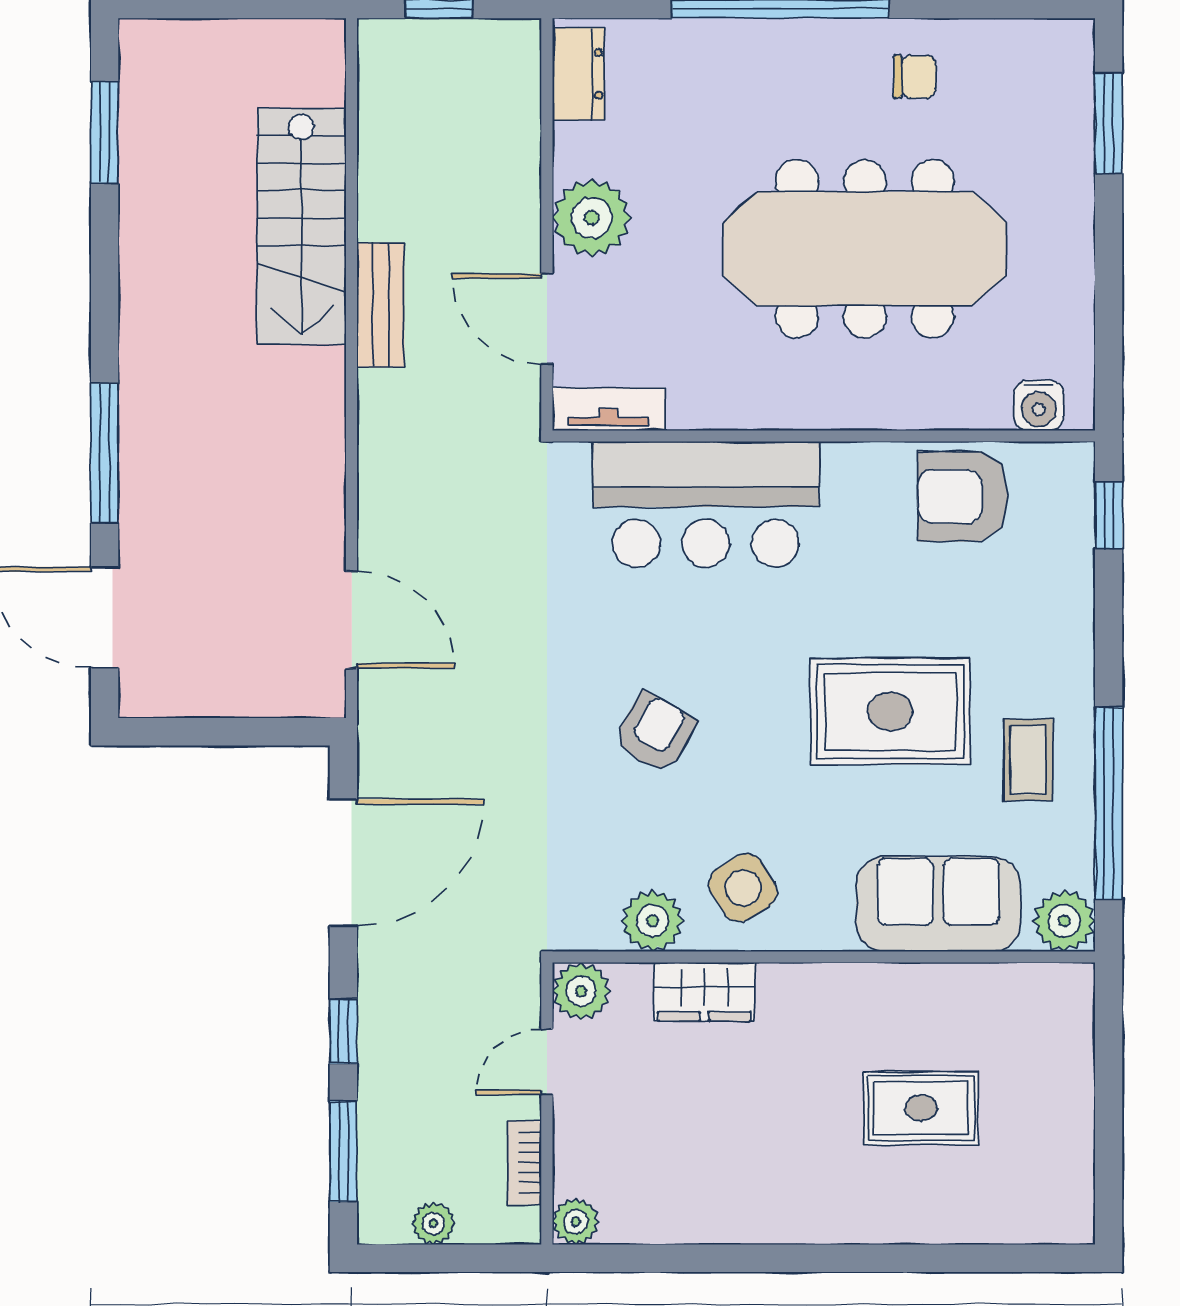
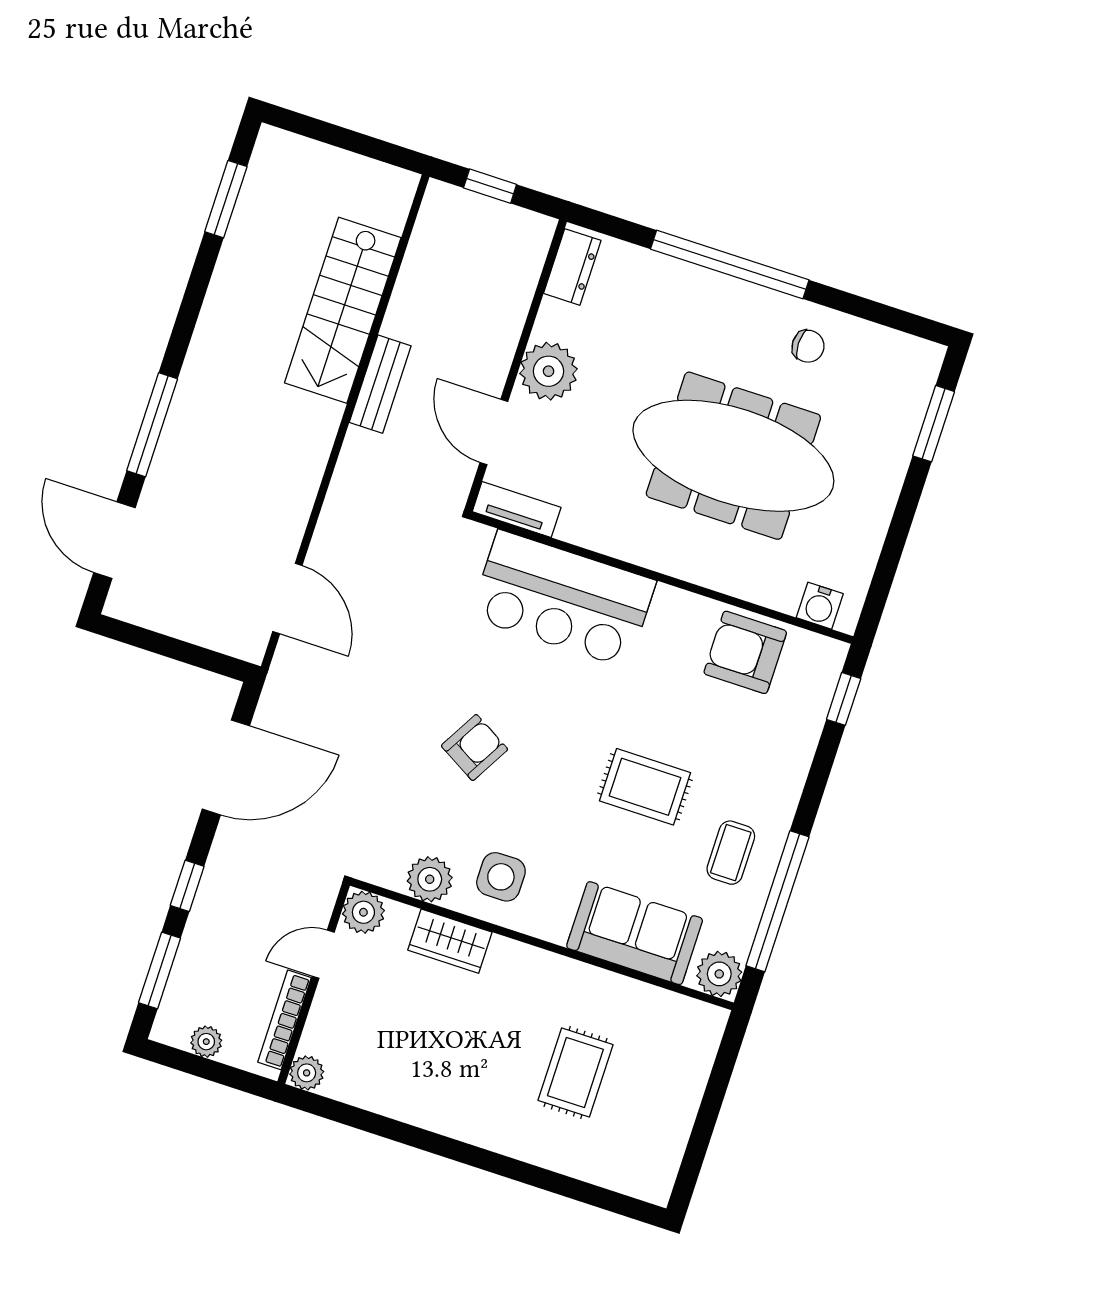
rug: (890, 711) -> (645, 787), width x0.73, depth x0.70
side table: (743, 888) -> (501, 877), turned 32
rug: (921, 1108) -> (575, 1073), turned 90
bookcase: (525, 1163) -> (284, 1020), width x1.56

